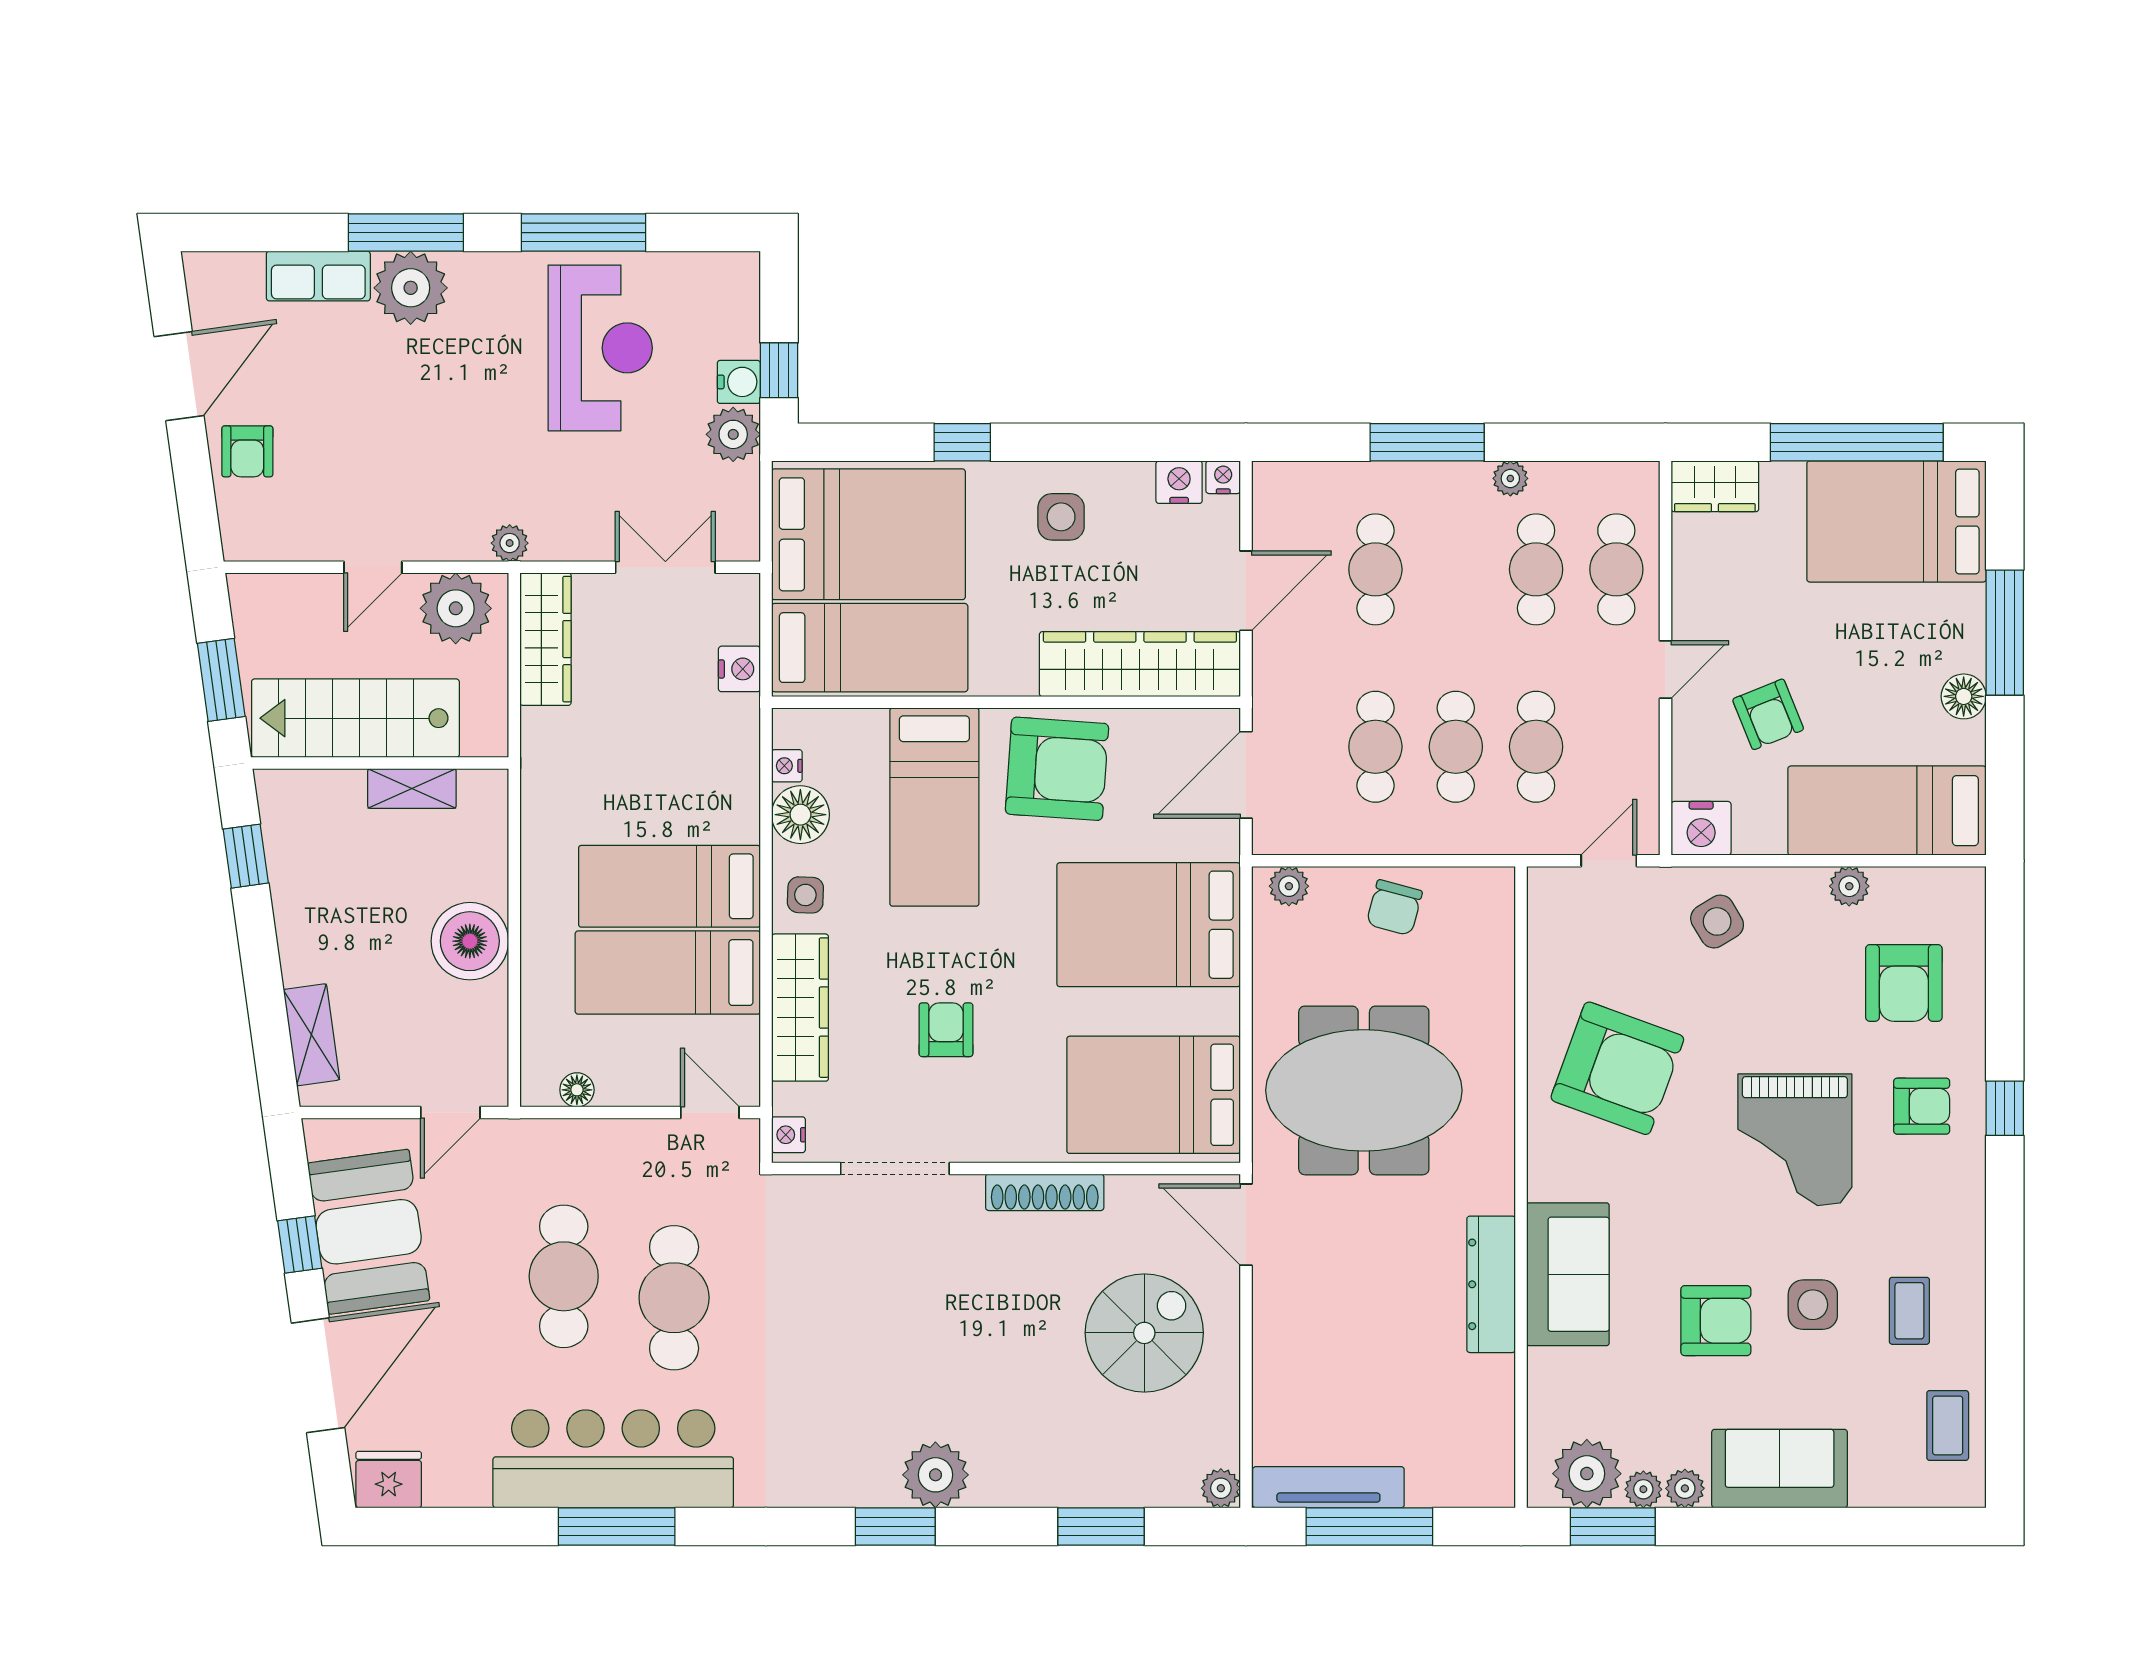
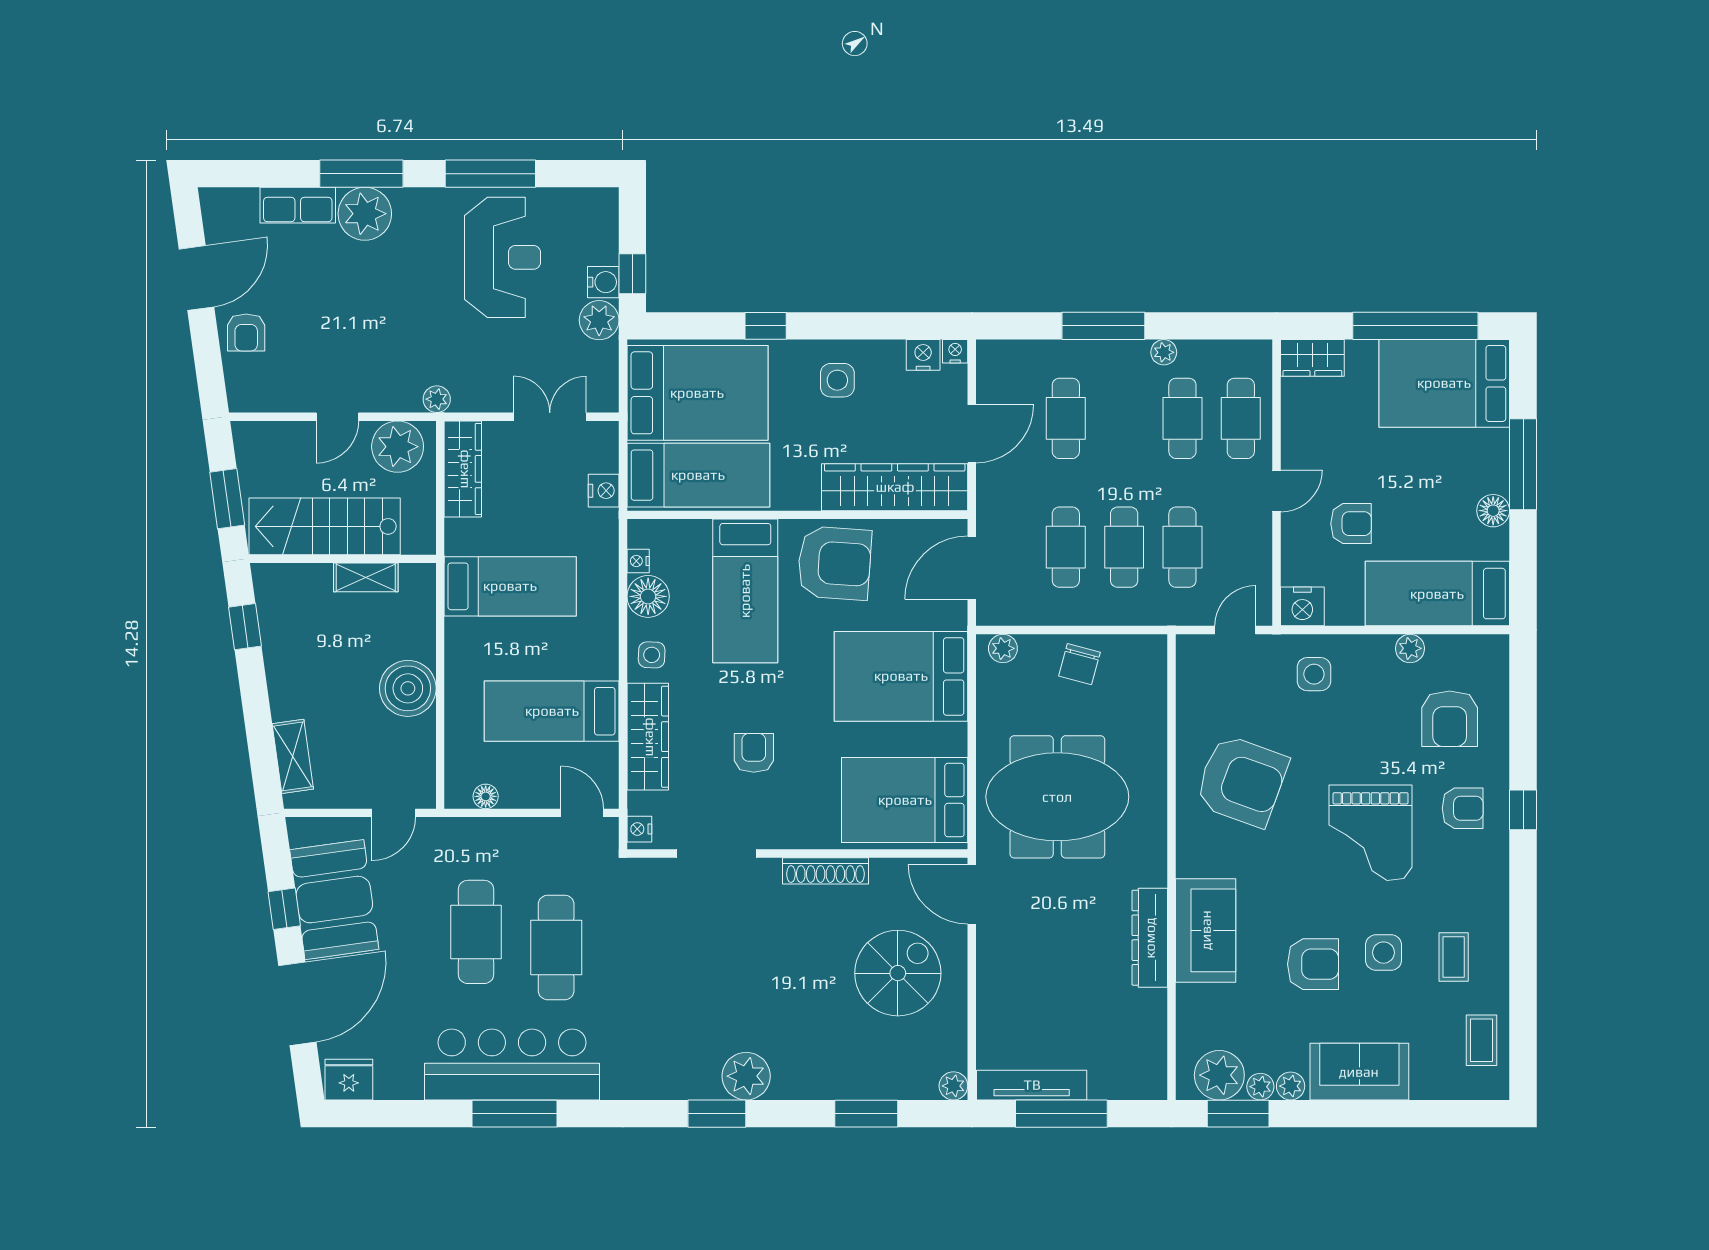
armchair: (1768, 714) -> (1351, 524), turned -68
bed: (669, 886) -> (510, 586), moved, turned 180
side table: (1717, 921) -> (1314, 674), turned 31

